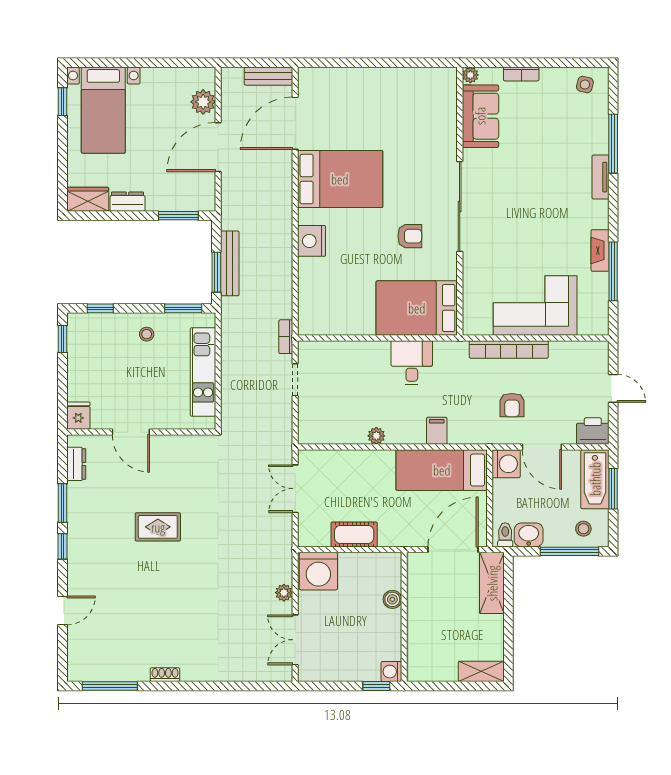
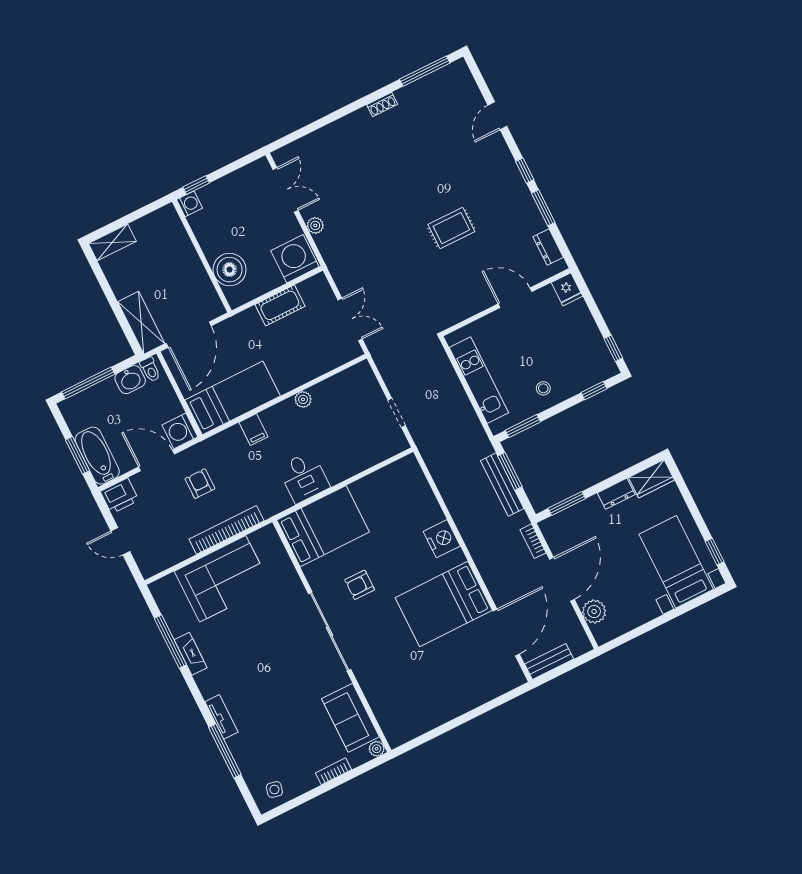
bookcase: (286, 337) -> (533, 541), moved, turned 180
stool: (583, 529) -> (86, 408), removed
boiler: (392, 599) -> (230, 270), width x1.86, depth x1.86

